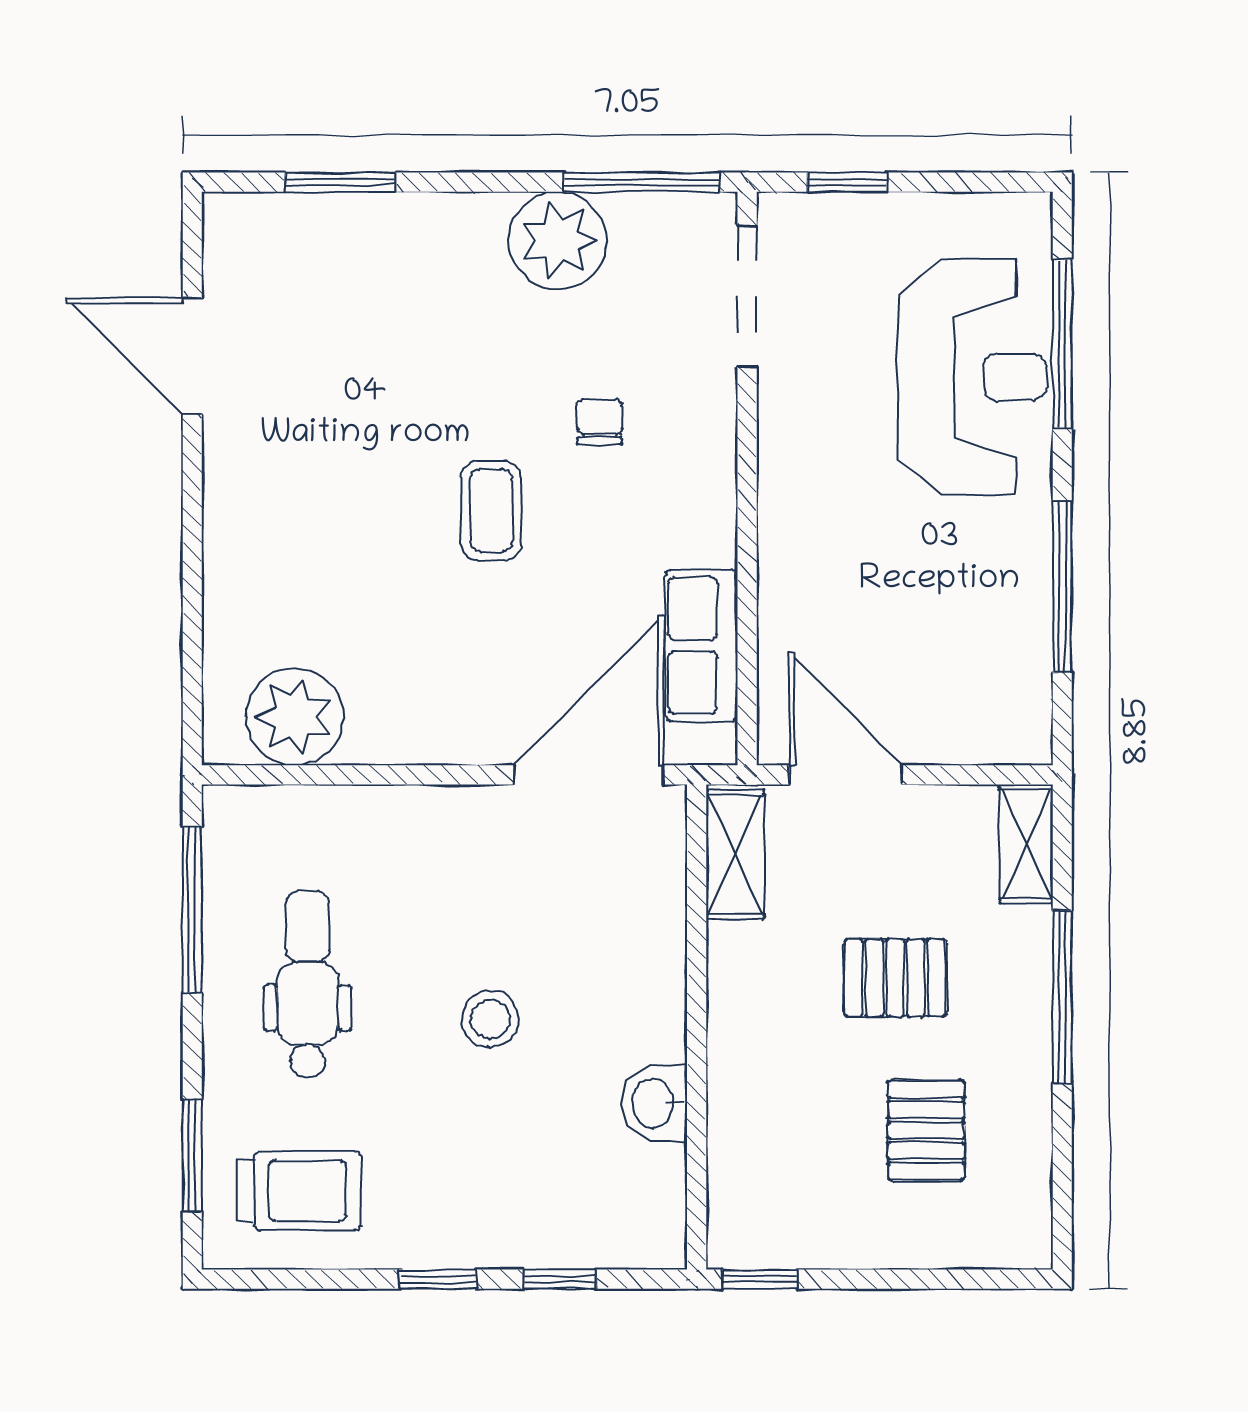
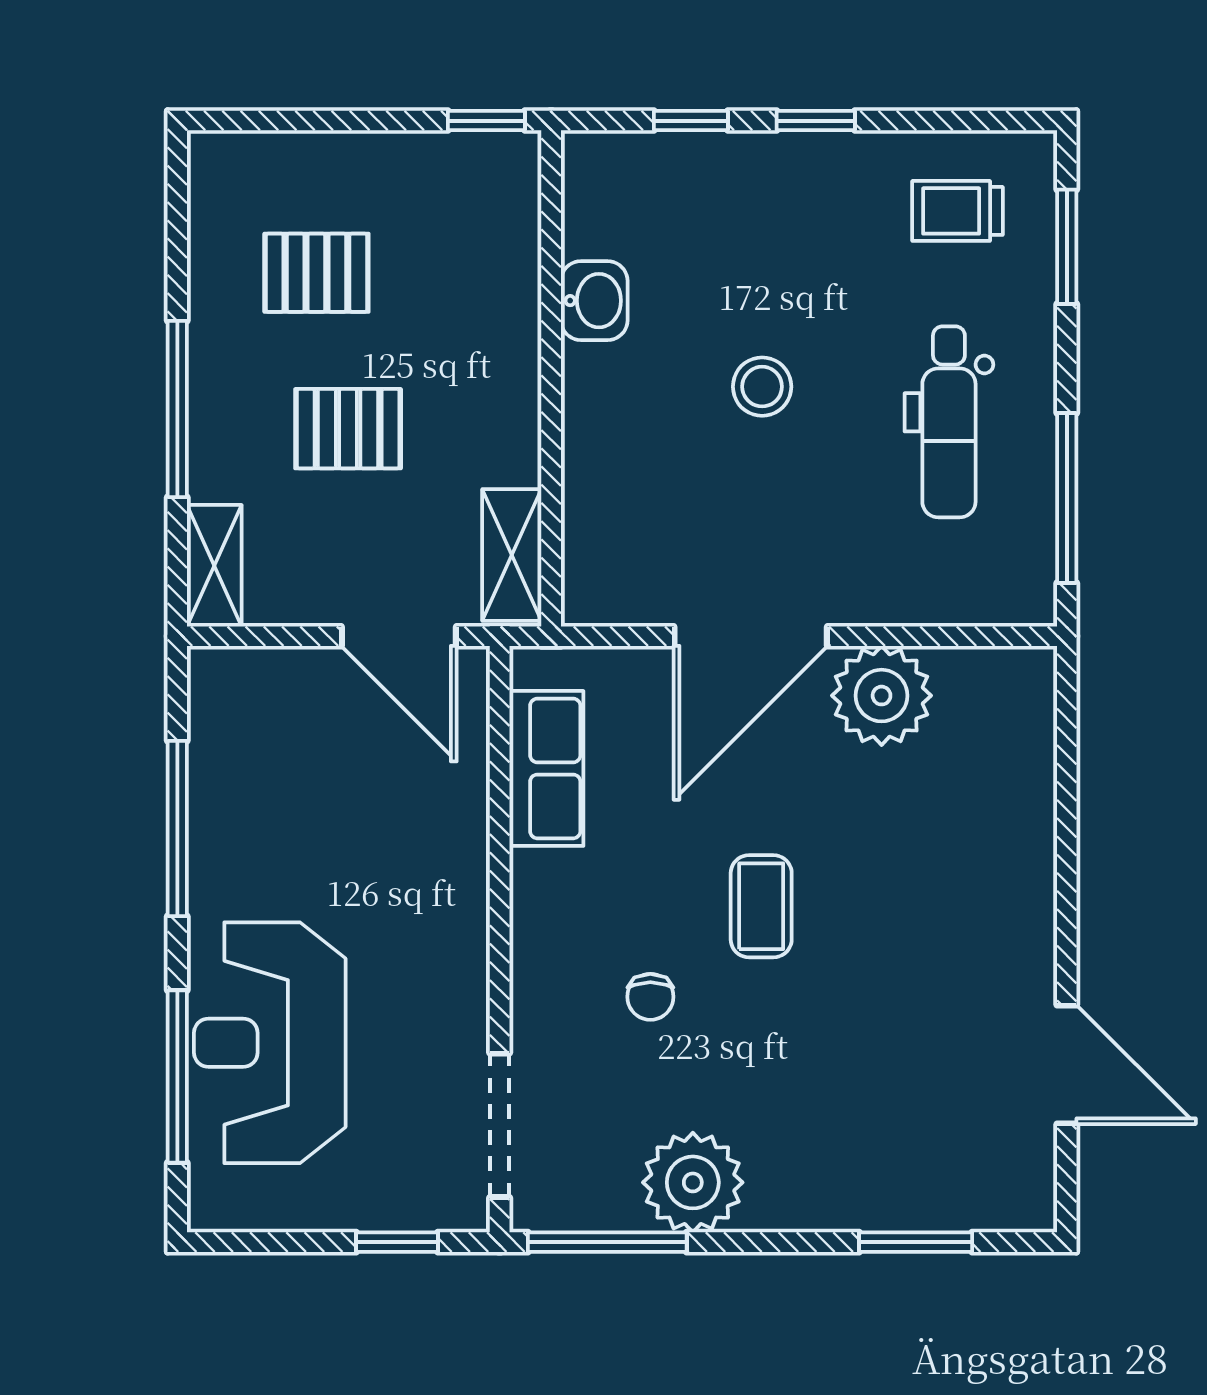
plant: (295, 717) -> (882, 696), moved
door: (589, 775) -> (751, 636), moved
pallet: (926, 1130) -> (316, 273), turned 90
trolley: (299, 1191) -> (957, 211), width x0.73, depth x0.72

